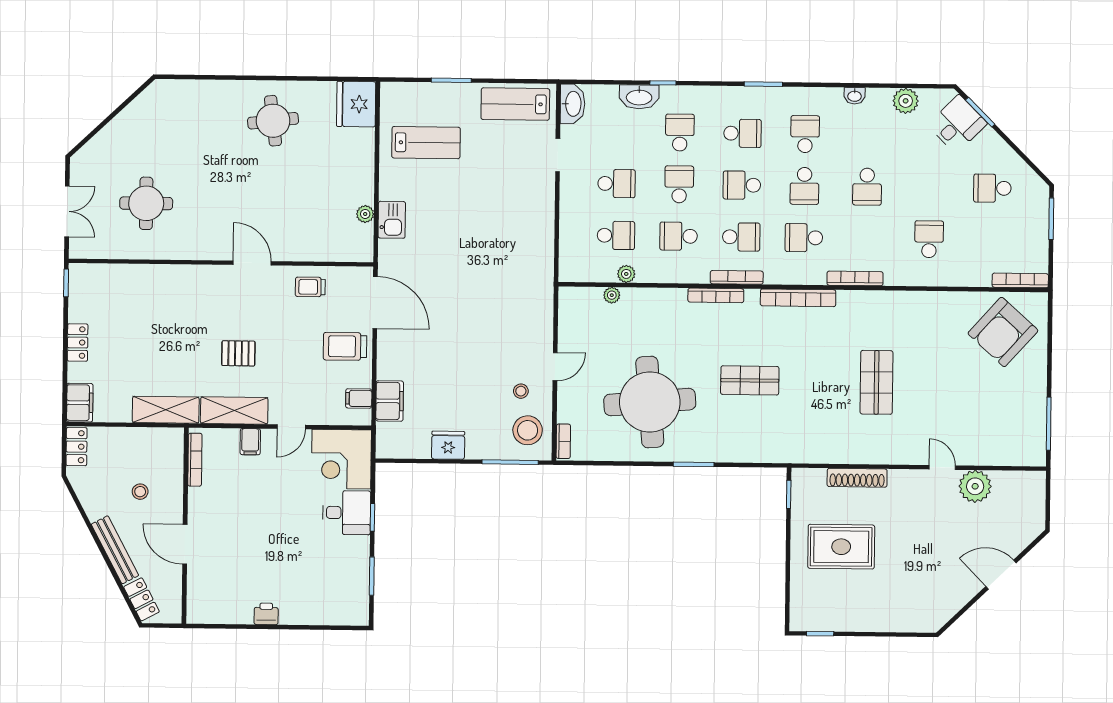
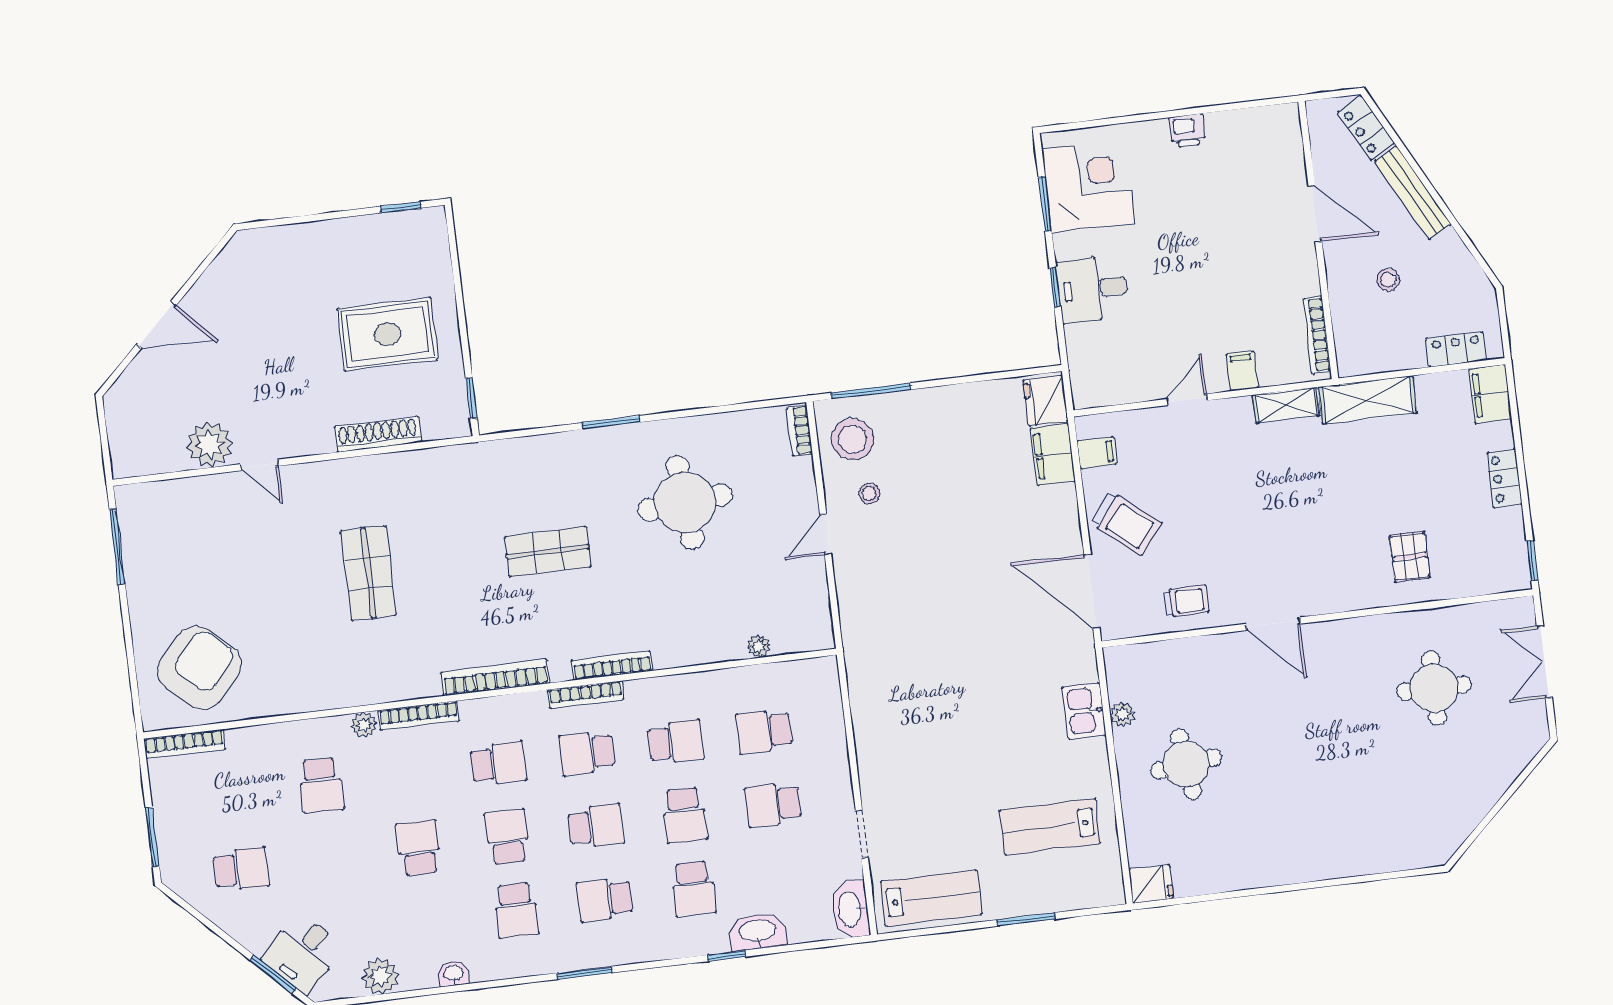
fridge: (356, 104) -> (1151, 884), width x0.53, depth x0.75
round table: (273, 121) -> (1186, 764), moved
plant: (626, 274) -> (364, 725), moved
trolley: (345, 346) -> (1126, 523), turned 39
pallet: (238, 353) -> (1410, 557), moved, turned 90
round table: (650, 402) -> (685, 502), width x0.73, depth x0.73
shelving: (234, 411) -> (1286, 405), width x0.67, depth x0.75
fridge: (448, 445) -> (1046, 401), moved, turned 90
locker: (77, 447) -> (1456, 349), moved, turned 90
corner desk: (341, 459) -> (1088, 186), moved

